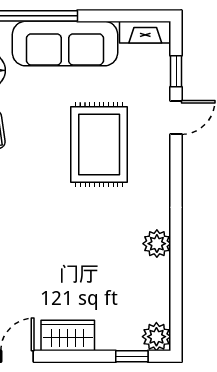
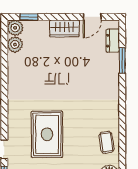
plant: (157, 244) -> (15, 45), moved

